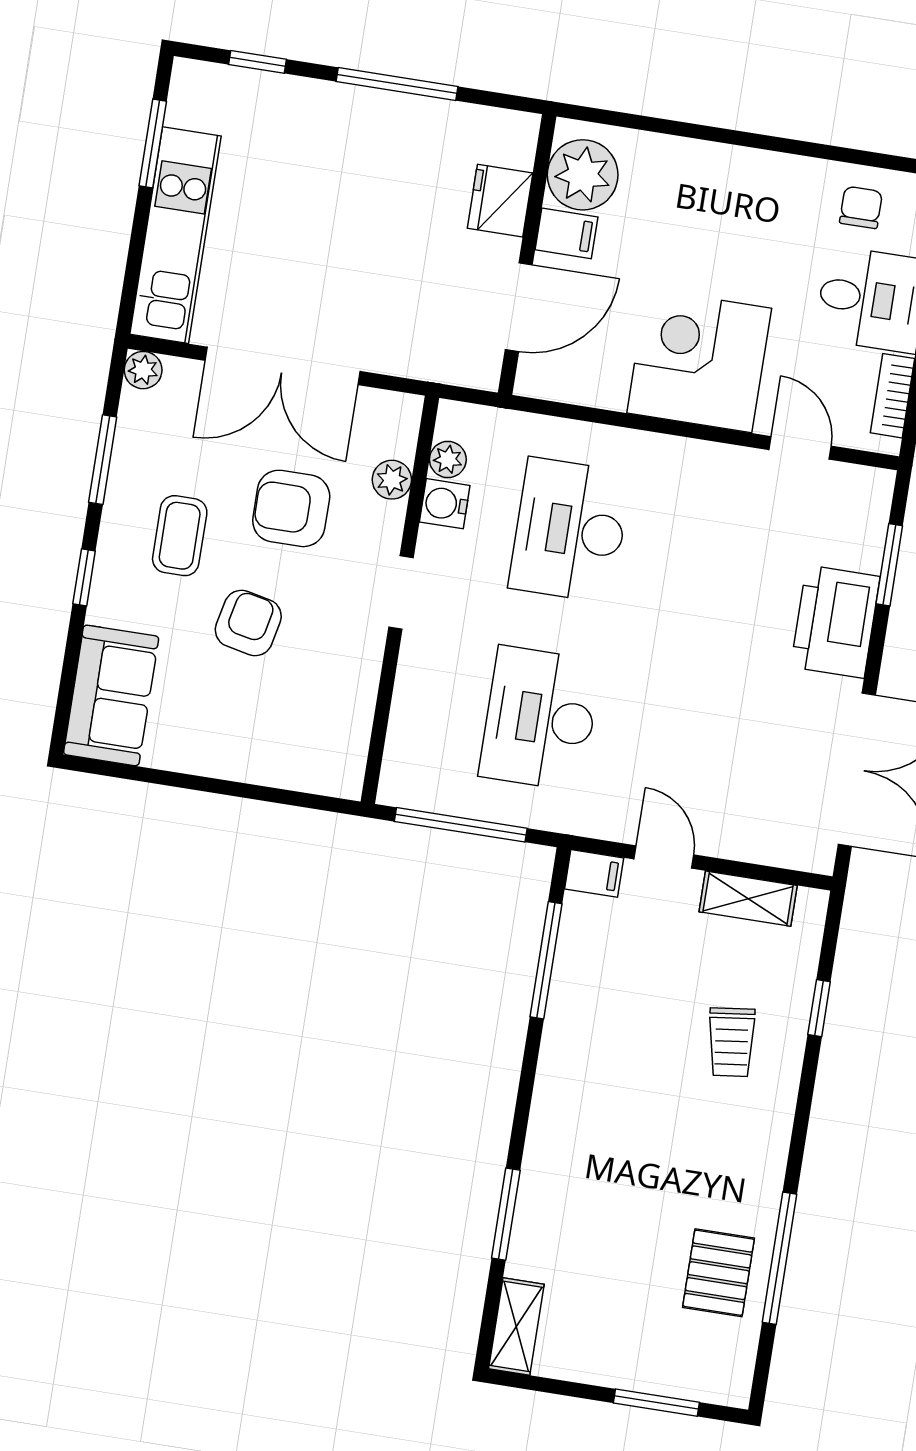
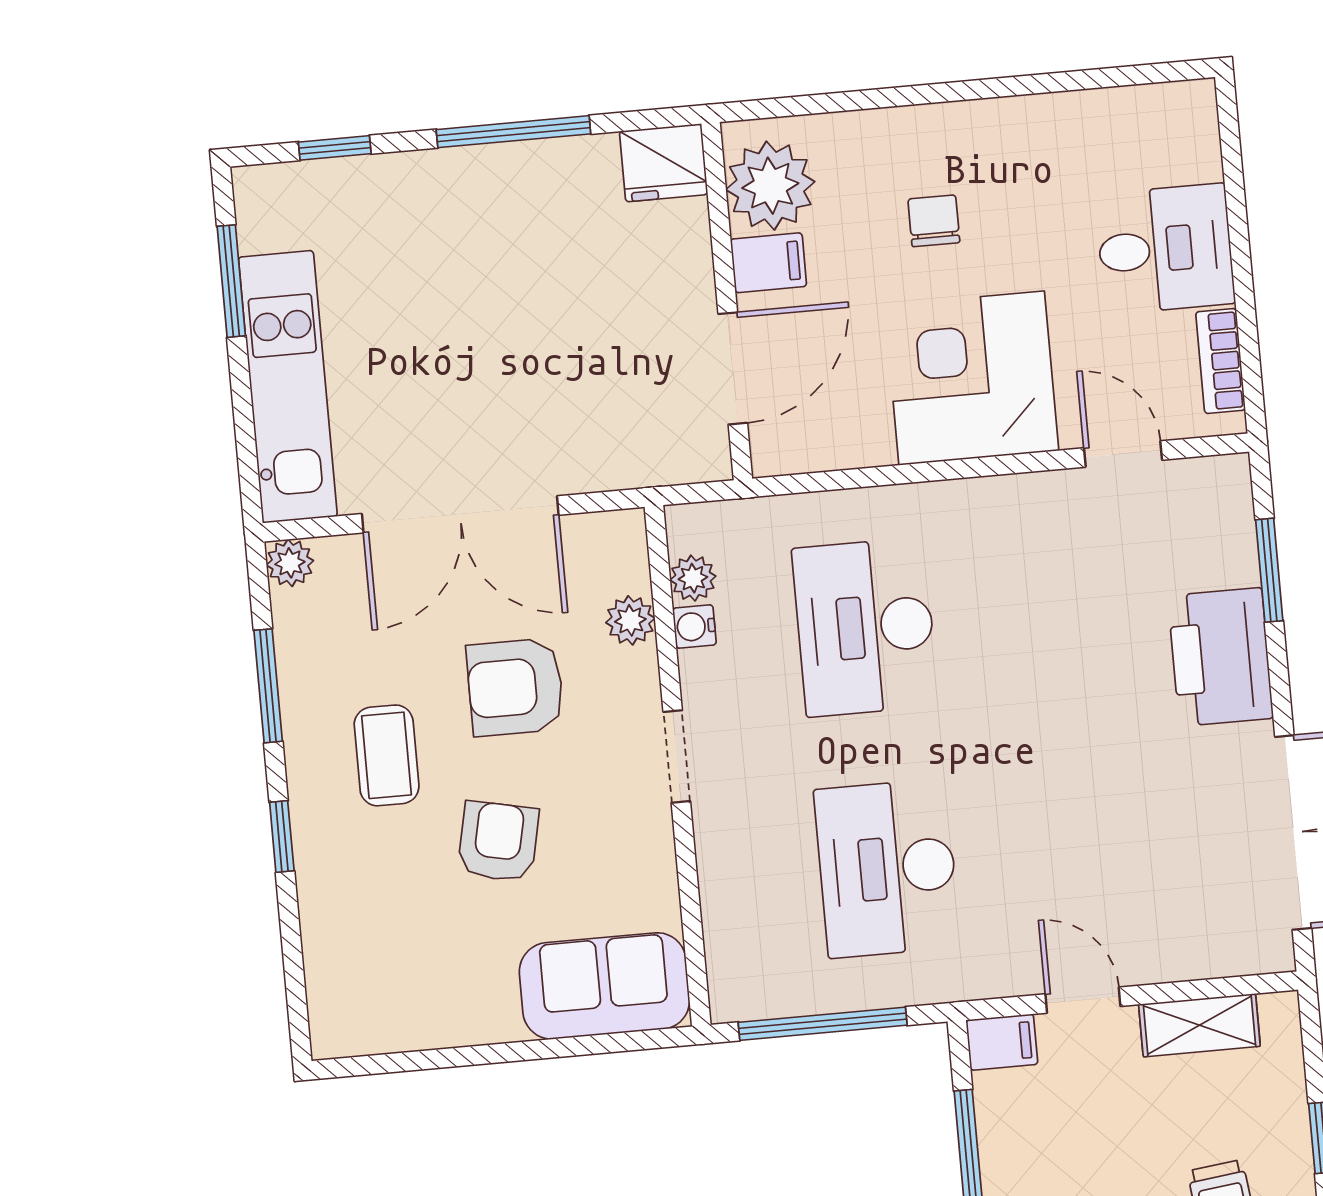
fridge: (500, 201) -> (664, 163), moved, turned -90
chair: (861, 207) -> (934, 221), moved
water cooler: (445, 504) -> (694, 626), width x0.72, depth x0.72
sofa: (111, 695) -> (605, 986), moved, turned -90

